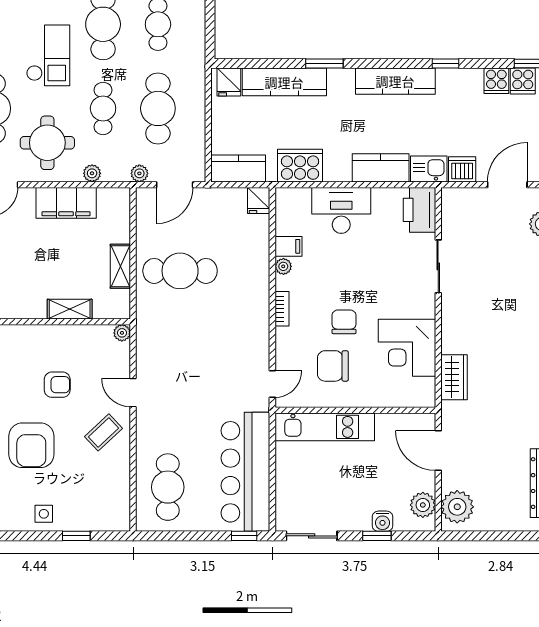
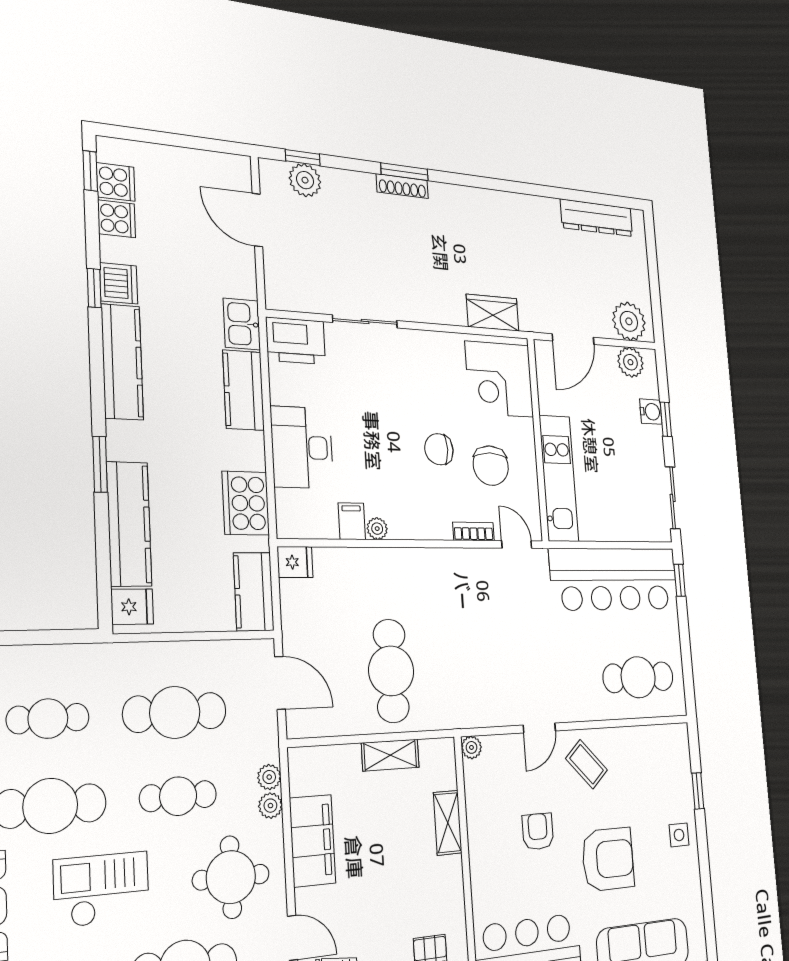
dishwasher: (462, 169) -> (119, 283), moved, turned 180
plant: (139, 173) -> (269, 777), moved
bookcase: (282, 309) -> (473, 531), moved
corner desk: (407, 348) -> (499, 379), moved, turned 90

